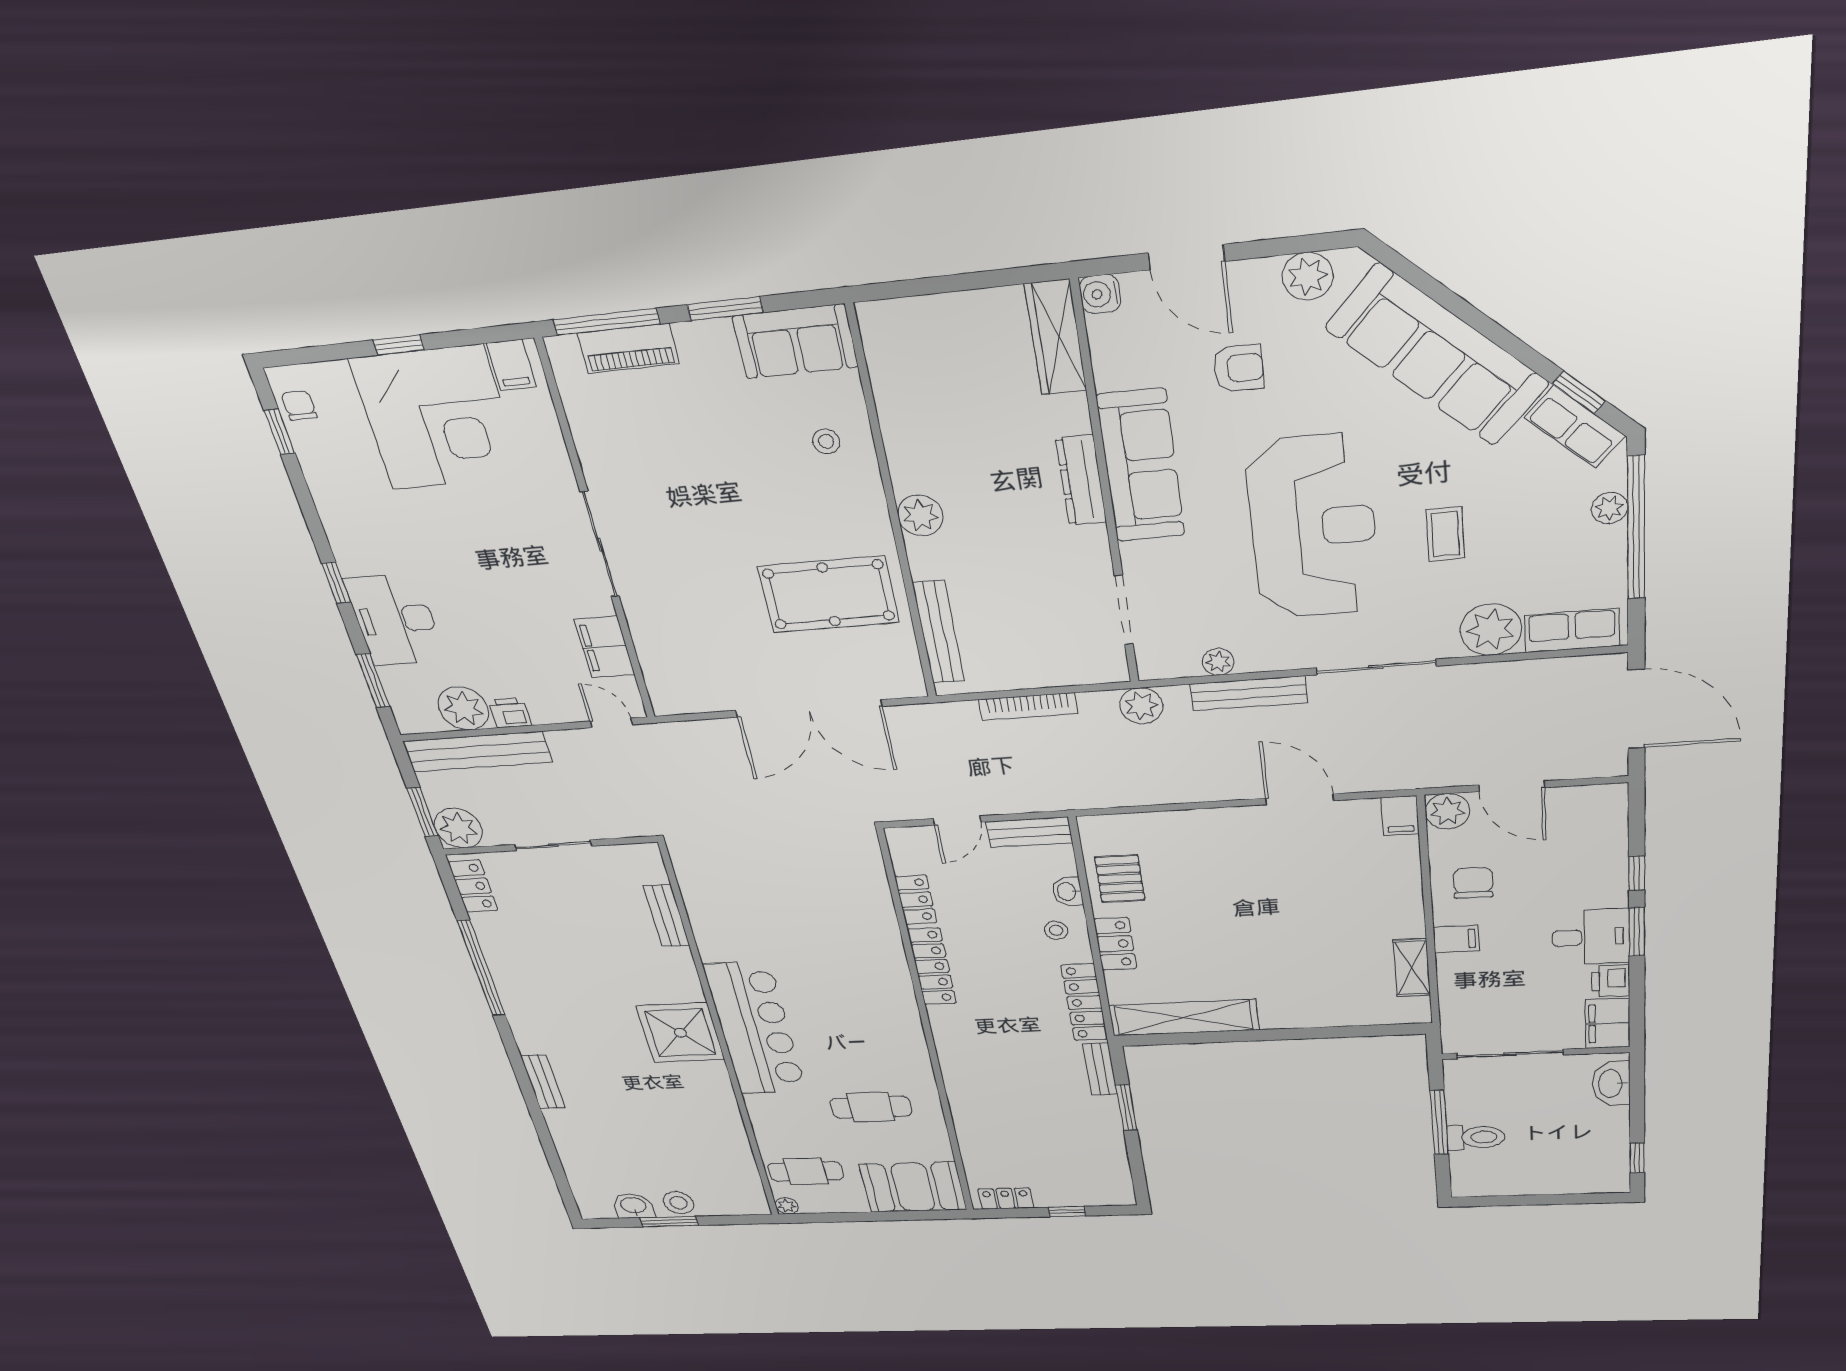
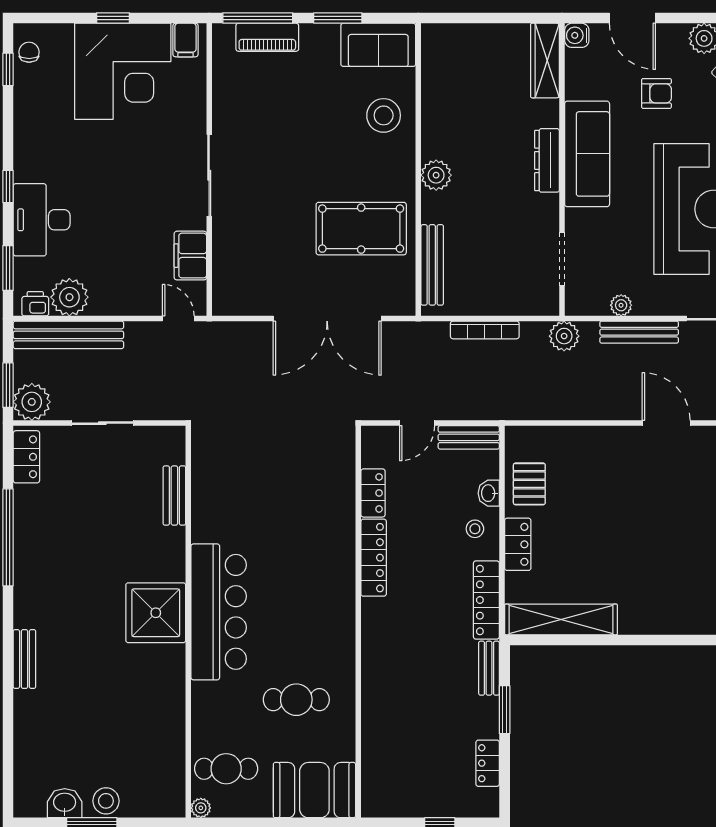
stool: (826, 441) -> (384, 115), width x1.89, depth x1.89
printer: (510, 713) -> (35, 304), moved
locker: (1006, 1198) -> (488, 763), moved, turned -90

